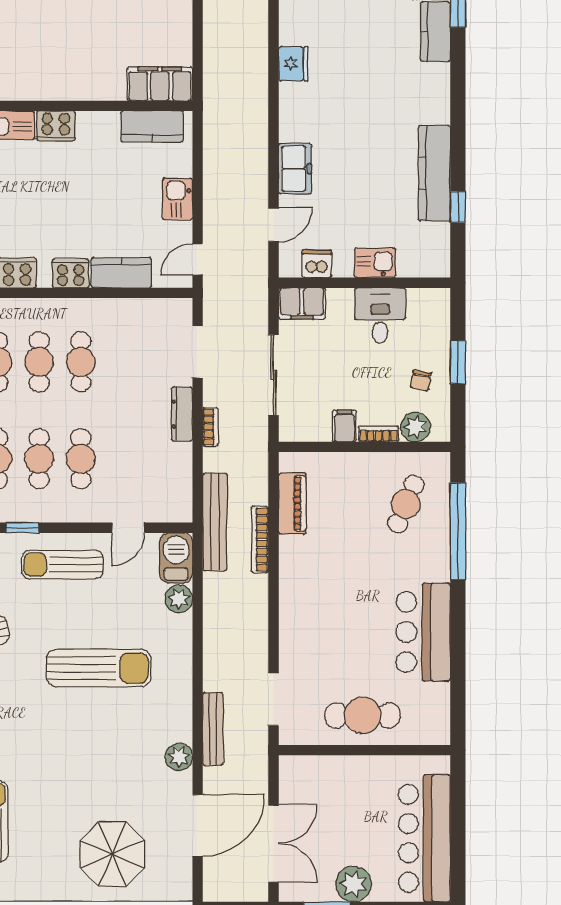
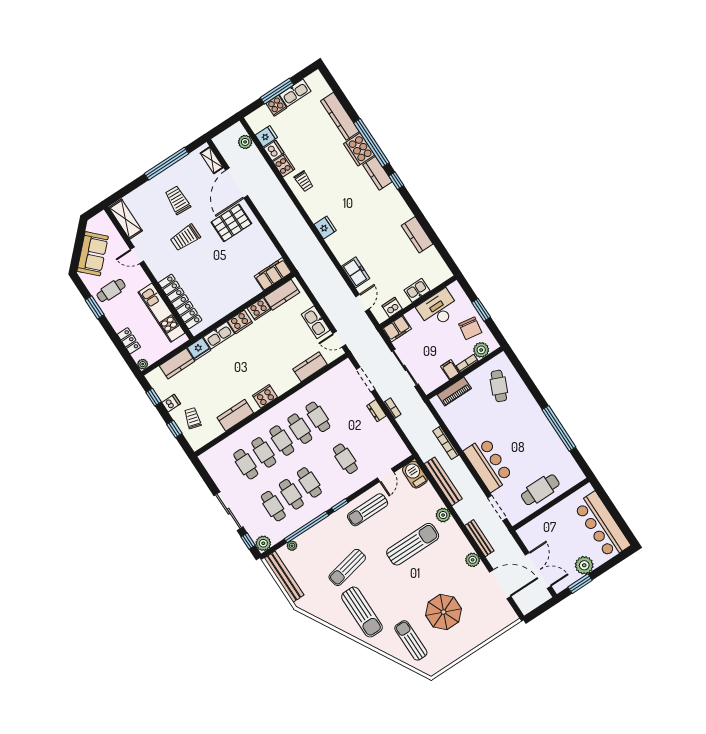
kitchen counter: (434, 173) -> (417, 235), width x0.67
kitchen sink: (178, 199) -> (316, 322), width x1.38
window: (458, 207) -> (396, 181), moved
door: (198, 259) -> (339, 339), hinge flipped
cooker: (71, 273) -> (259, 309), moved, turned 180
desk: (380, 315) -> (438, 309), width x1.37
chair: (421, 380) -> (470, 328), width x1.87, depth x1.87
dresser: (182, 414) -> (376, 411), width x0.70
cafe table: (39, 459) -> (327, 471), removed
piano: (292, 503) -> (454, 392), moved, turned 90
bench: (215, 522) -> (443, 481), moved
window: (458, 531) -> (559, 428), moved
plant: (179, 599) -> (443, 515), moved
bar counter: (423, 632) -> (488, 464), moved, turned 180
door: (198, 825) -> (500, 584), hinge flipped
parasol: (112, 854) -> (444, 612), moved

